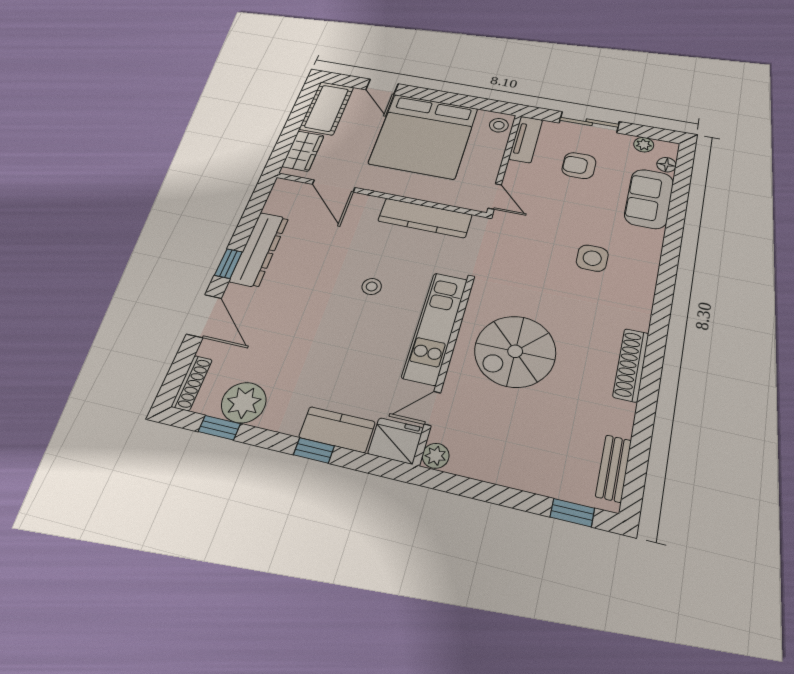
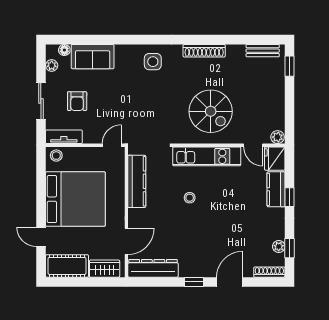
door: (382, 87) -> (41, 237), swing flipped
dresser: (259, 249) -> (153, 268), moved
side table: (592, 258) -> (153, 62), moved
plant: (244, 403) -> (279, 246), width x0.53, depth x0.53

